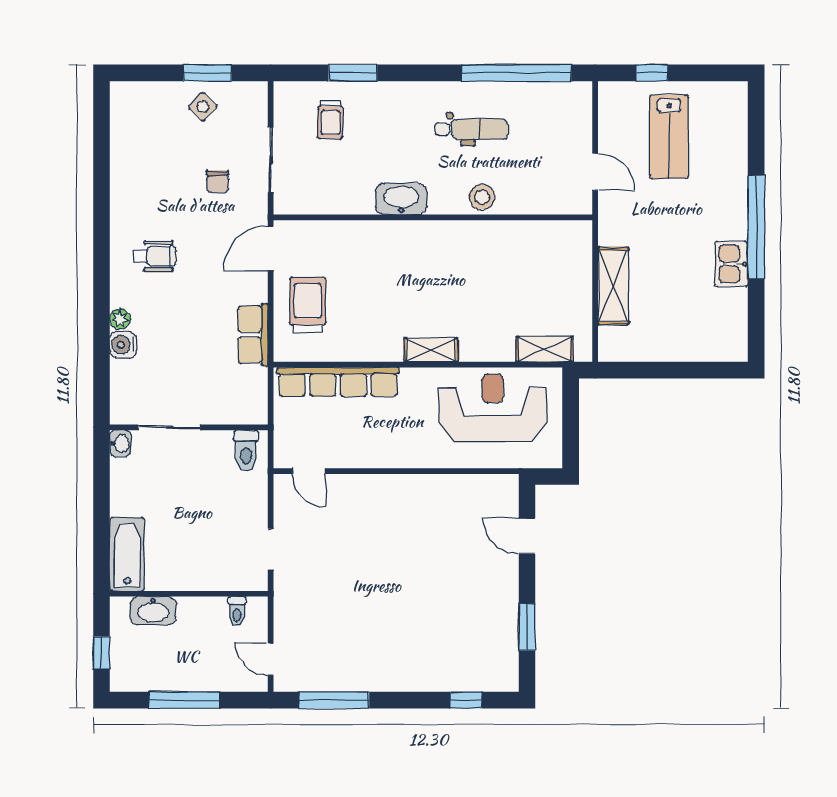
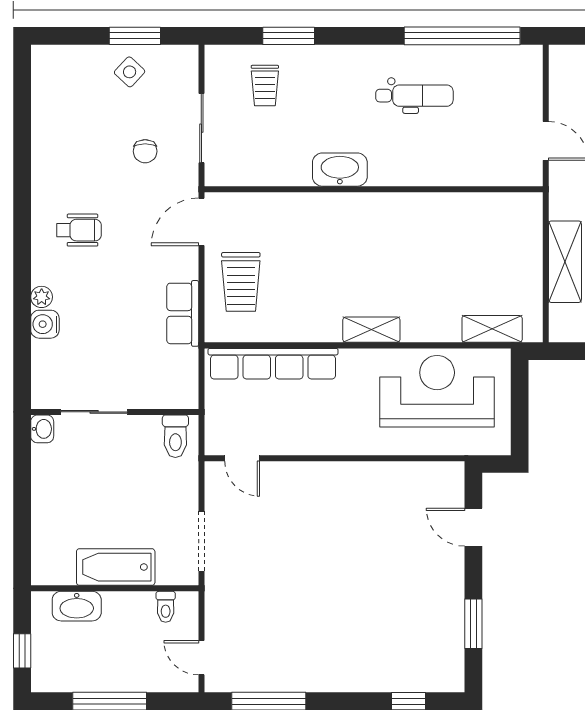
stool: (482, 197) -> (426, 168), removed
trolley: (308, 305) -> (241, 282), turned 180
doorway: (271, 549) -> (201, 541), width x1.38
bathtub: (127, 554) -> (116, 567), moved, turned -90

